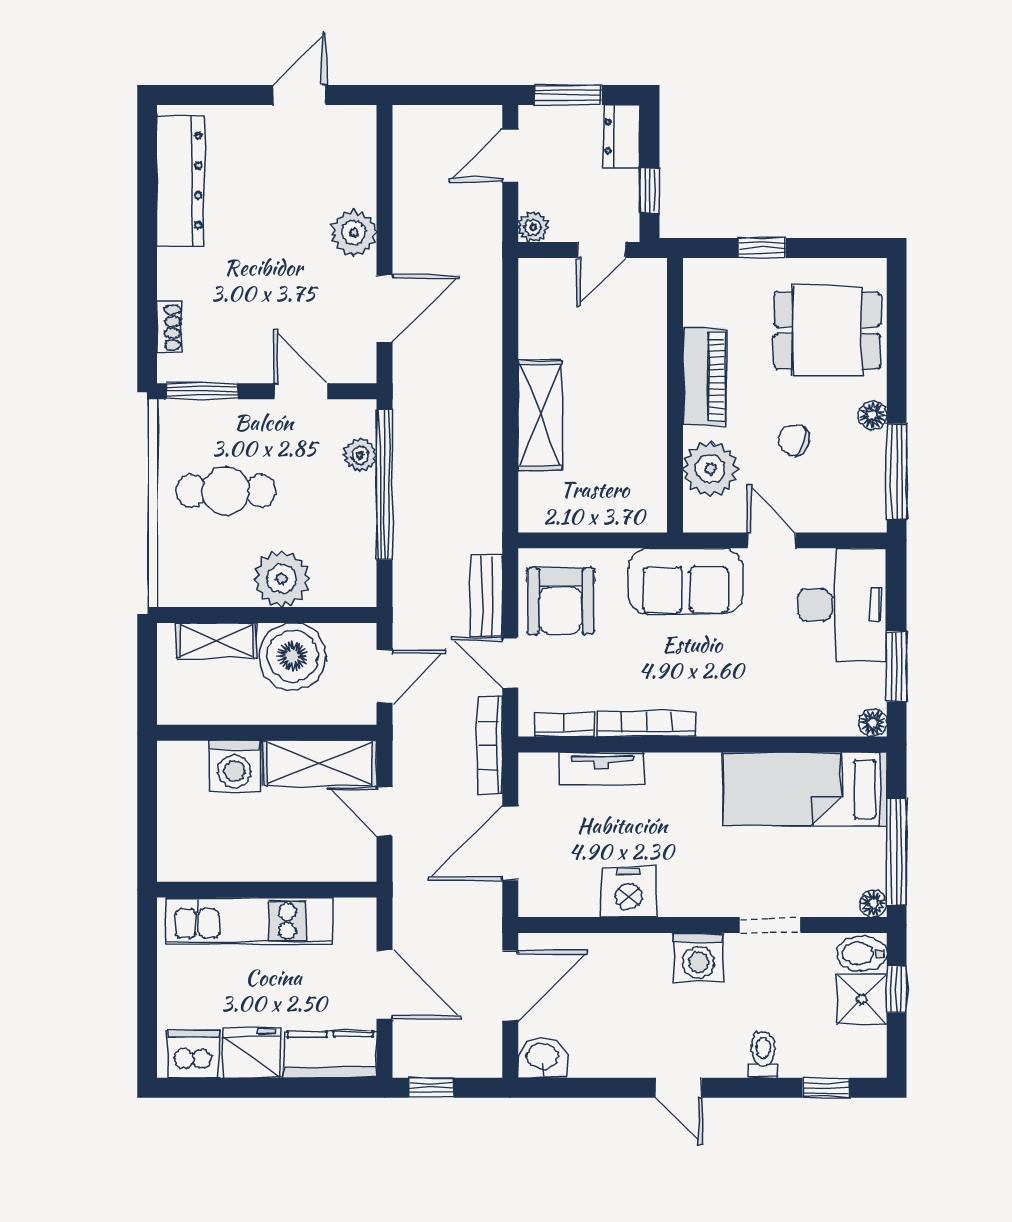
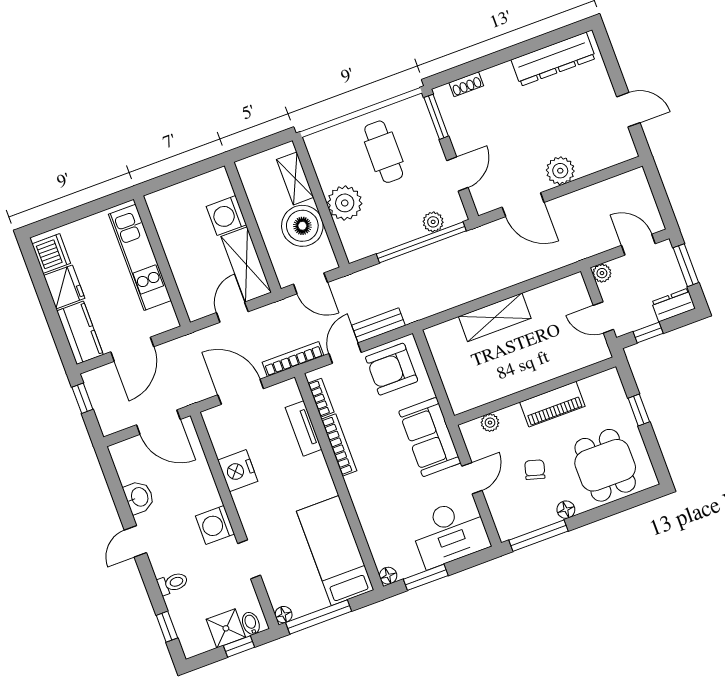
plant: (710, 469) -> (490, 423), width x0.53, depth x0.53
bidet: (862, 953) -> (251, 623), width x0.72, depth x0.74
washbasin: (542, 1057) -> (139, 497), moved

